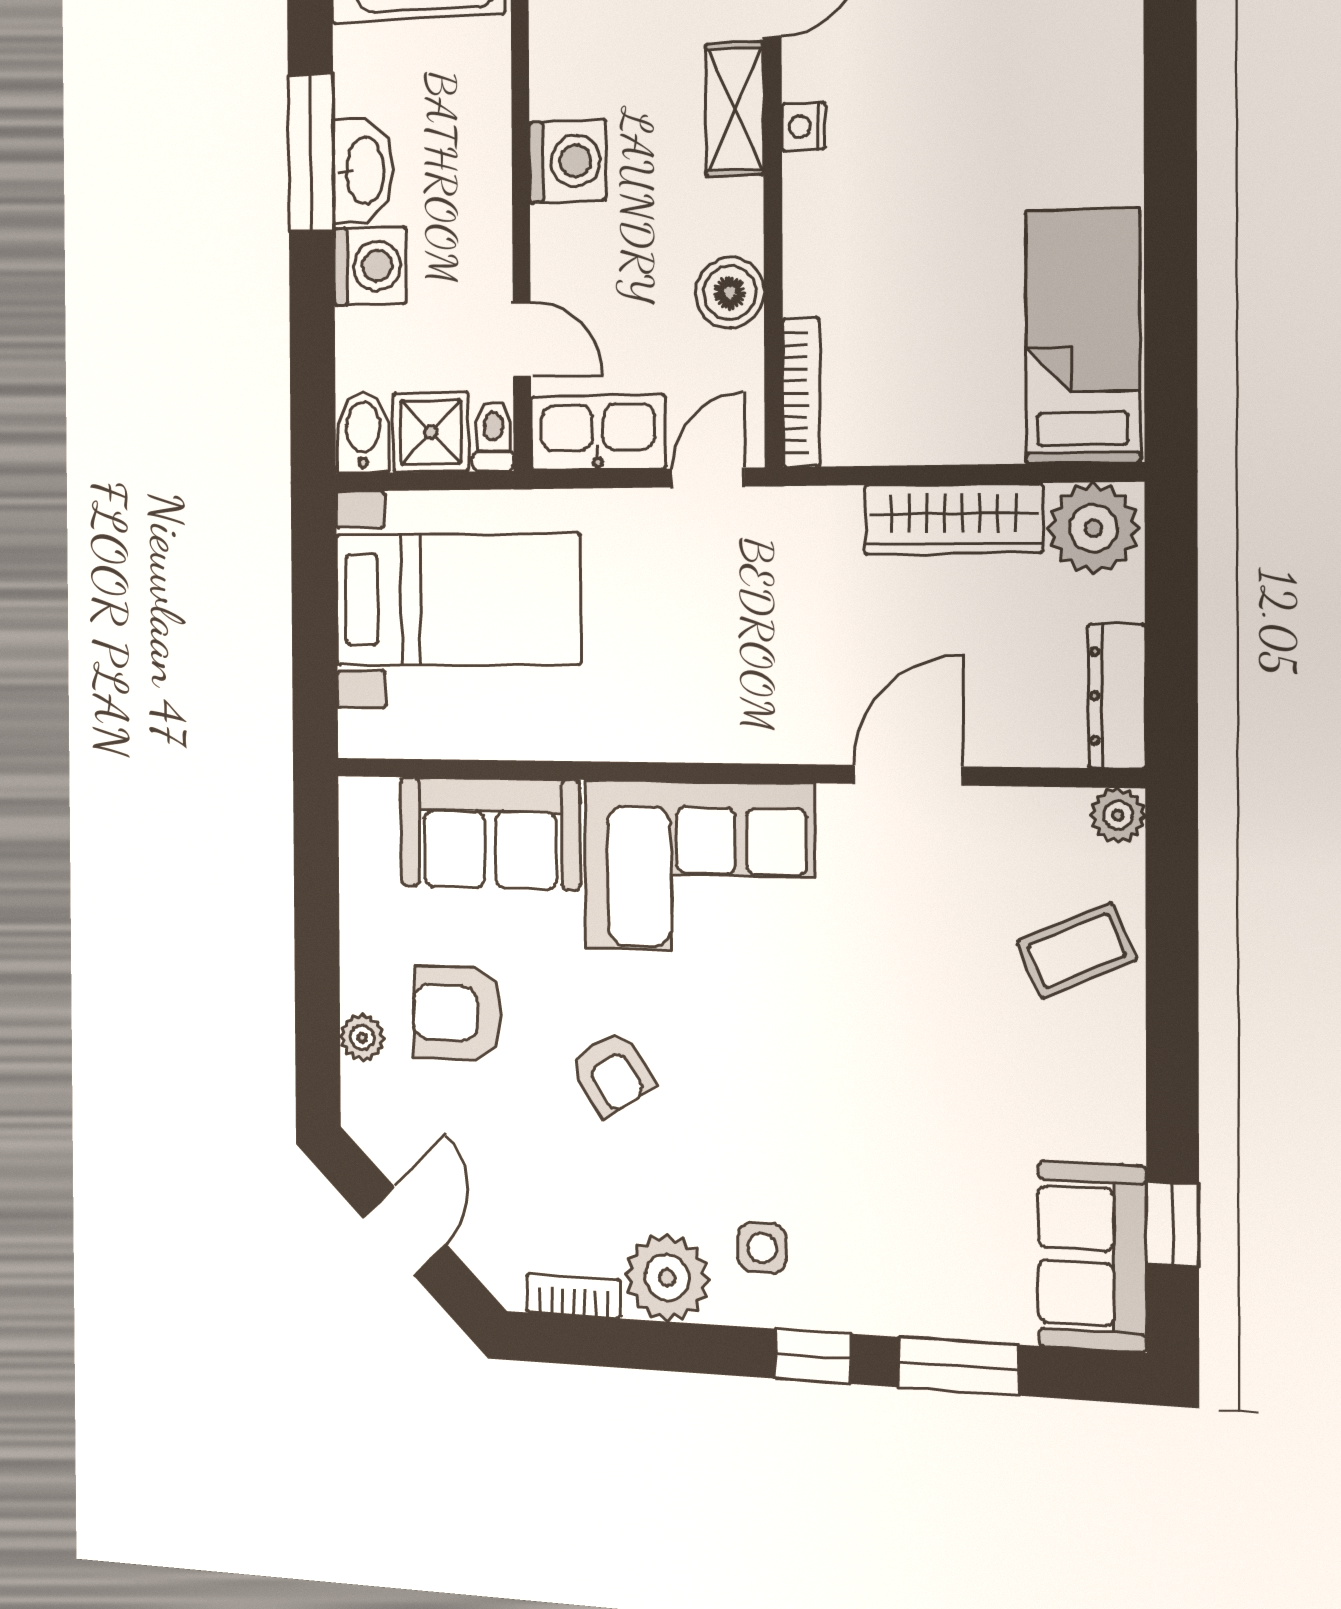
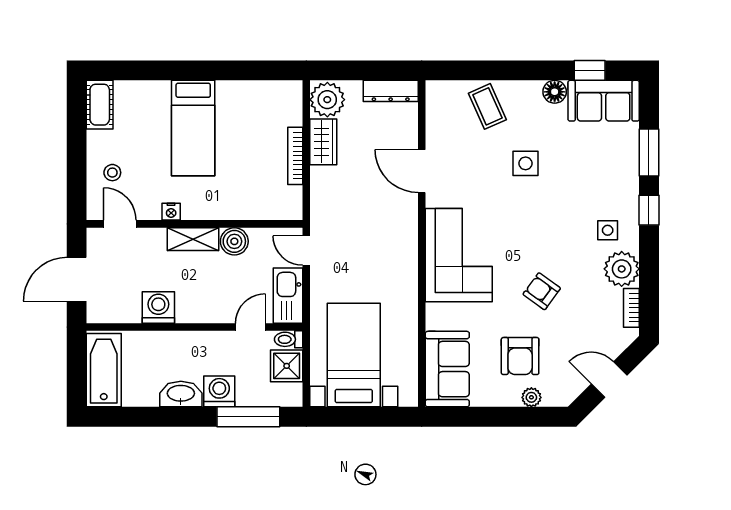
shelving: (734, 109) -> (193, 239), moved
window: (311, 153) -> (248, 417), moved
washing machine: (568, 161) -> (158, 307), moved
bed: (1083, 336) -> (193, 128), moved, turned -90
bookcase: (801, 393) -> (295, 156), moved, turned -90
bidet: (363, 433) -> (286, 395), removed
wardrobe: (953, 519) -> (323, 142), width x0.67
plant: (1118, 815) -> (436, 91), removed
sofa: (490, 833) -> (447, 369), moved
side table: (929, 1045) -> (526, 163), added
armchair: (612, 1073) -> (542, 291), turned -110
floor lamp: (1116, 1129) -> (555, 92), added

